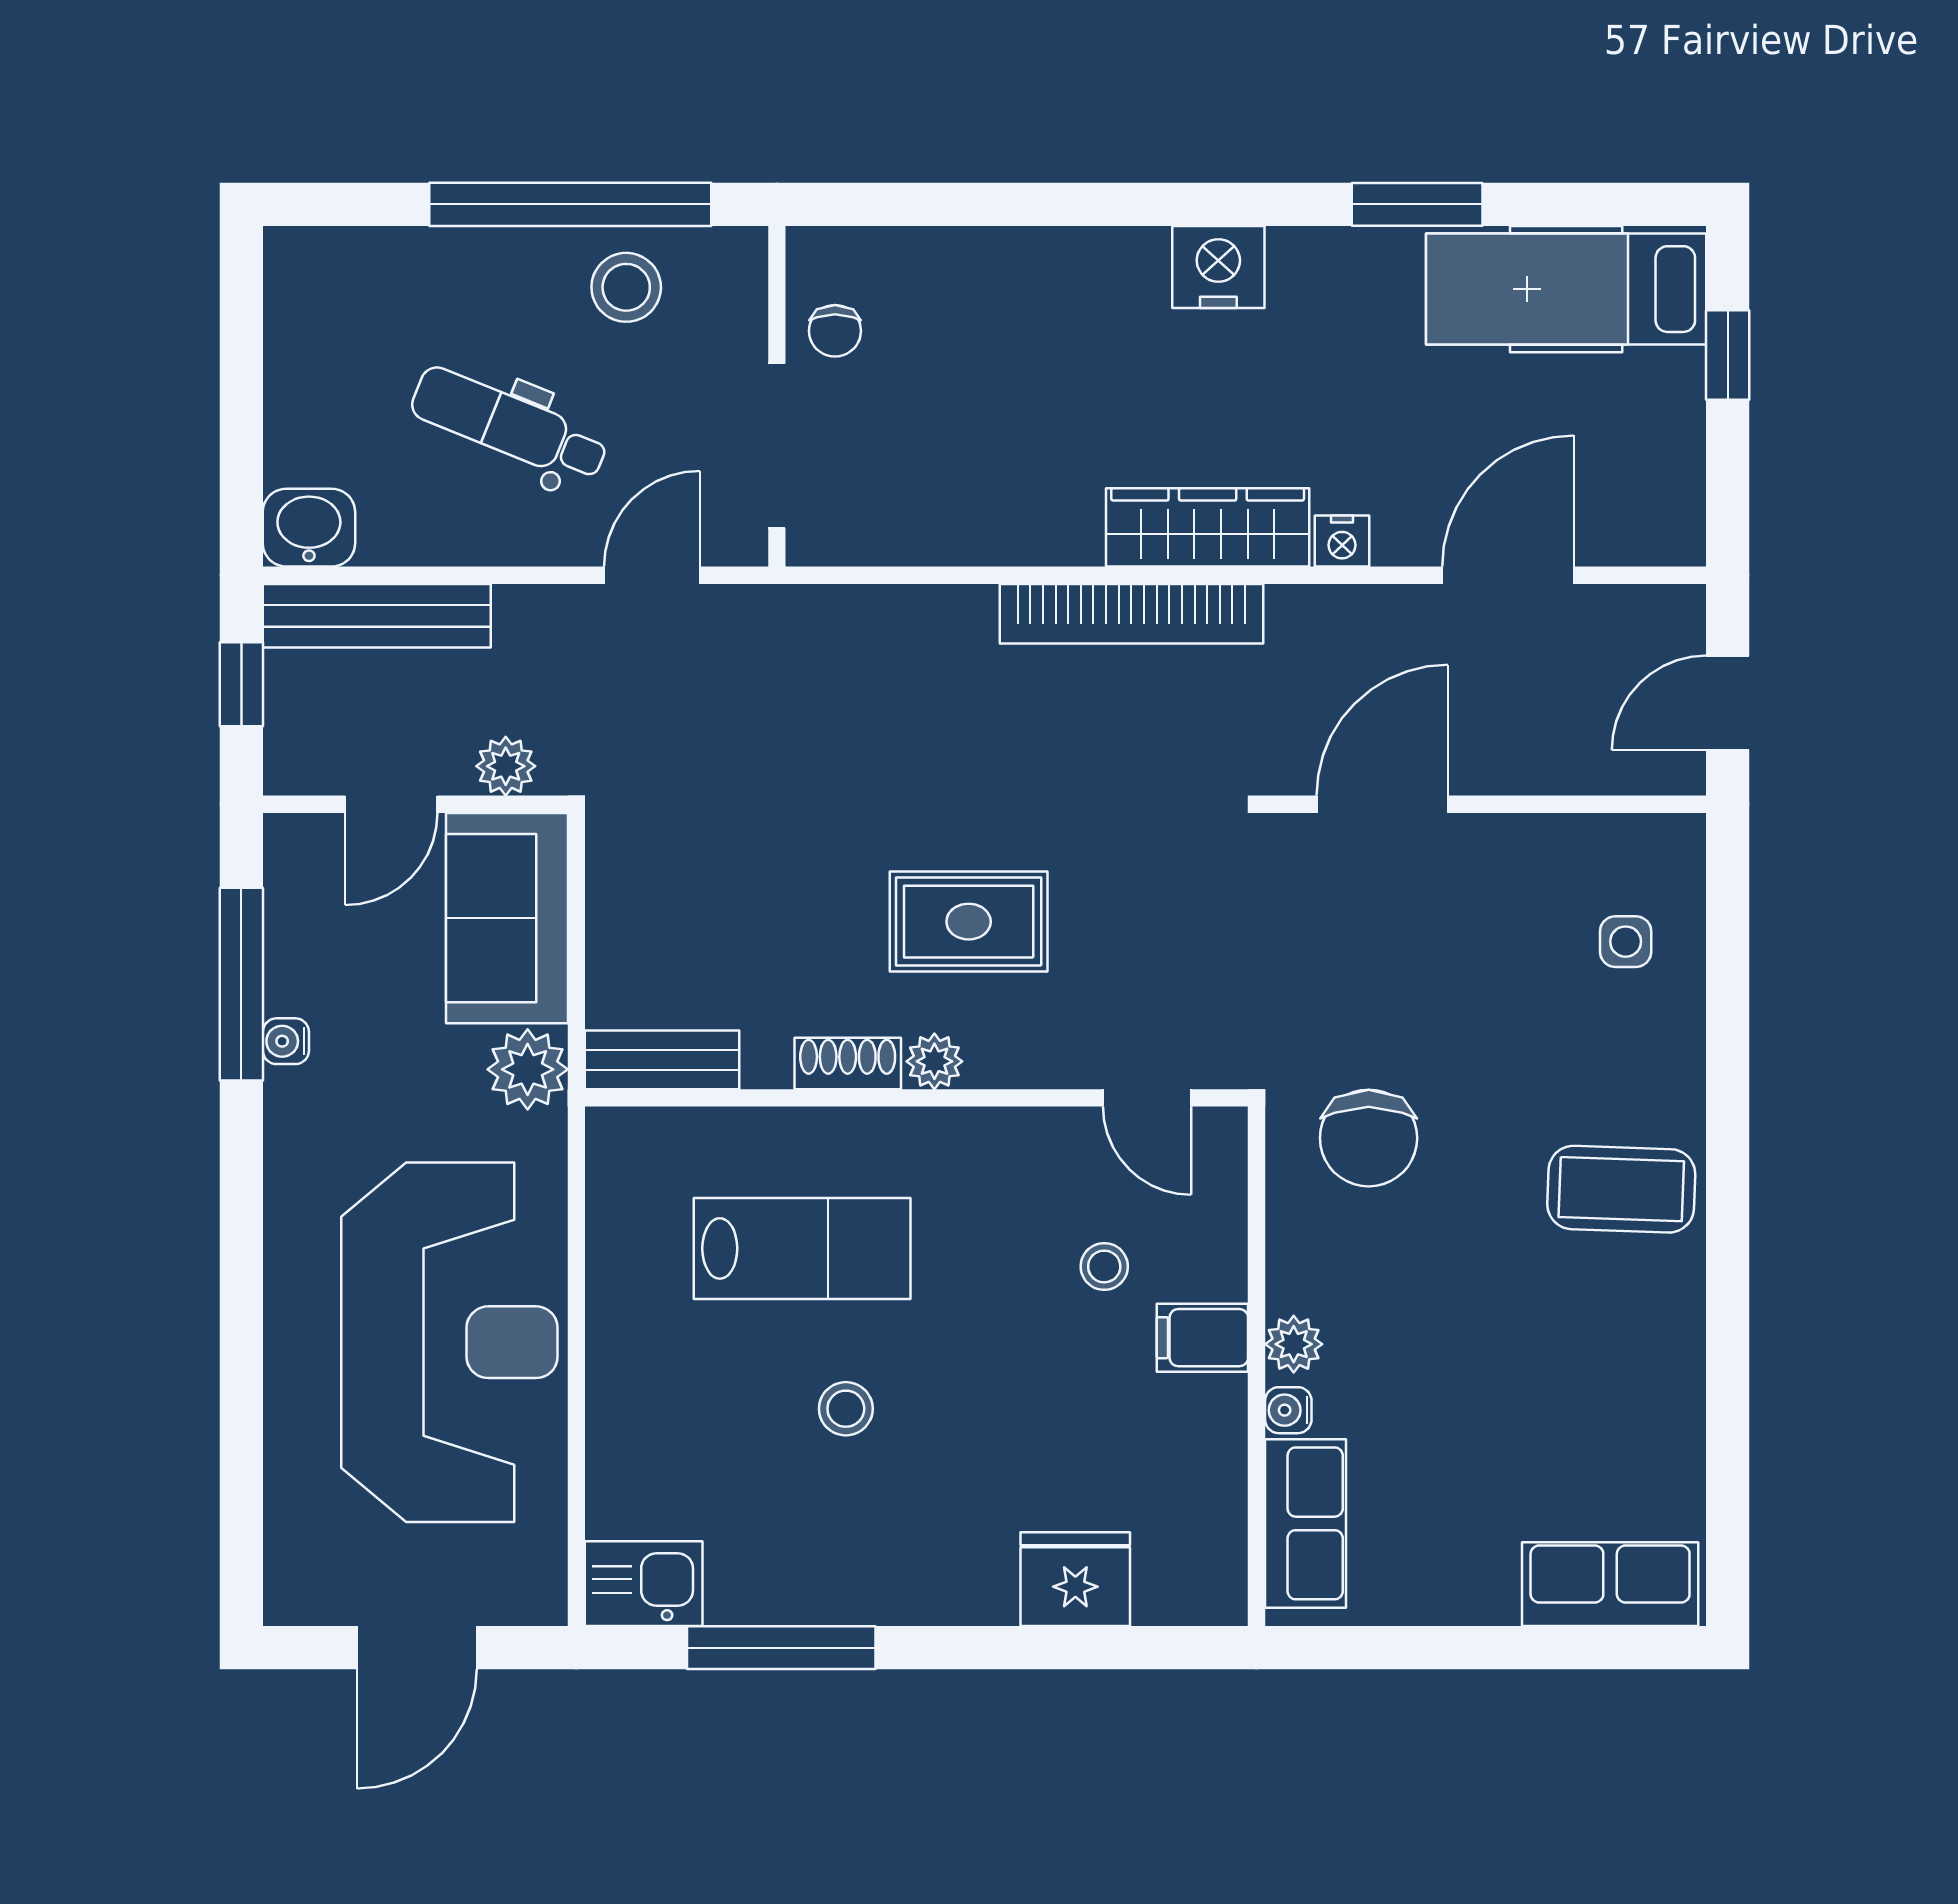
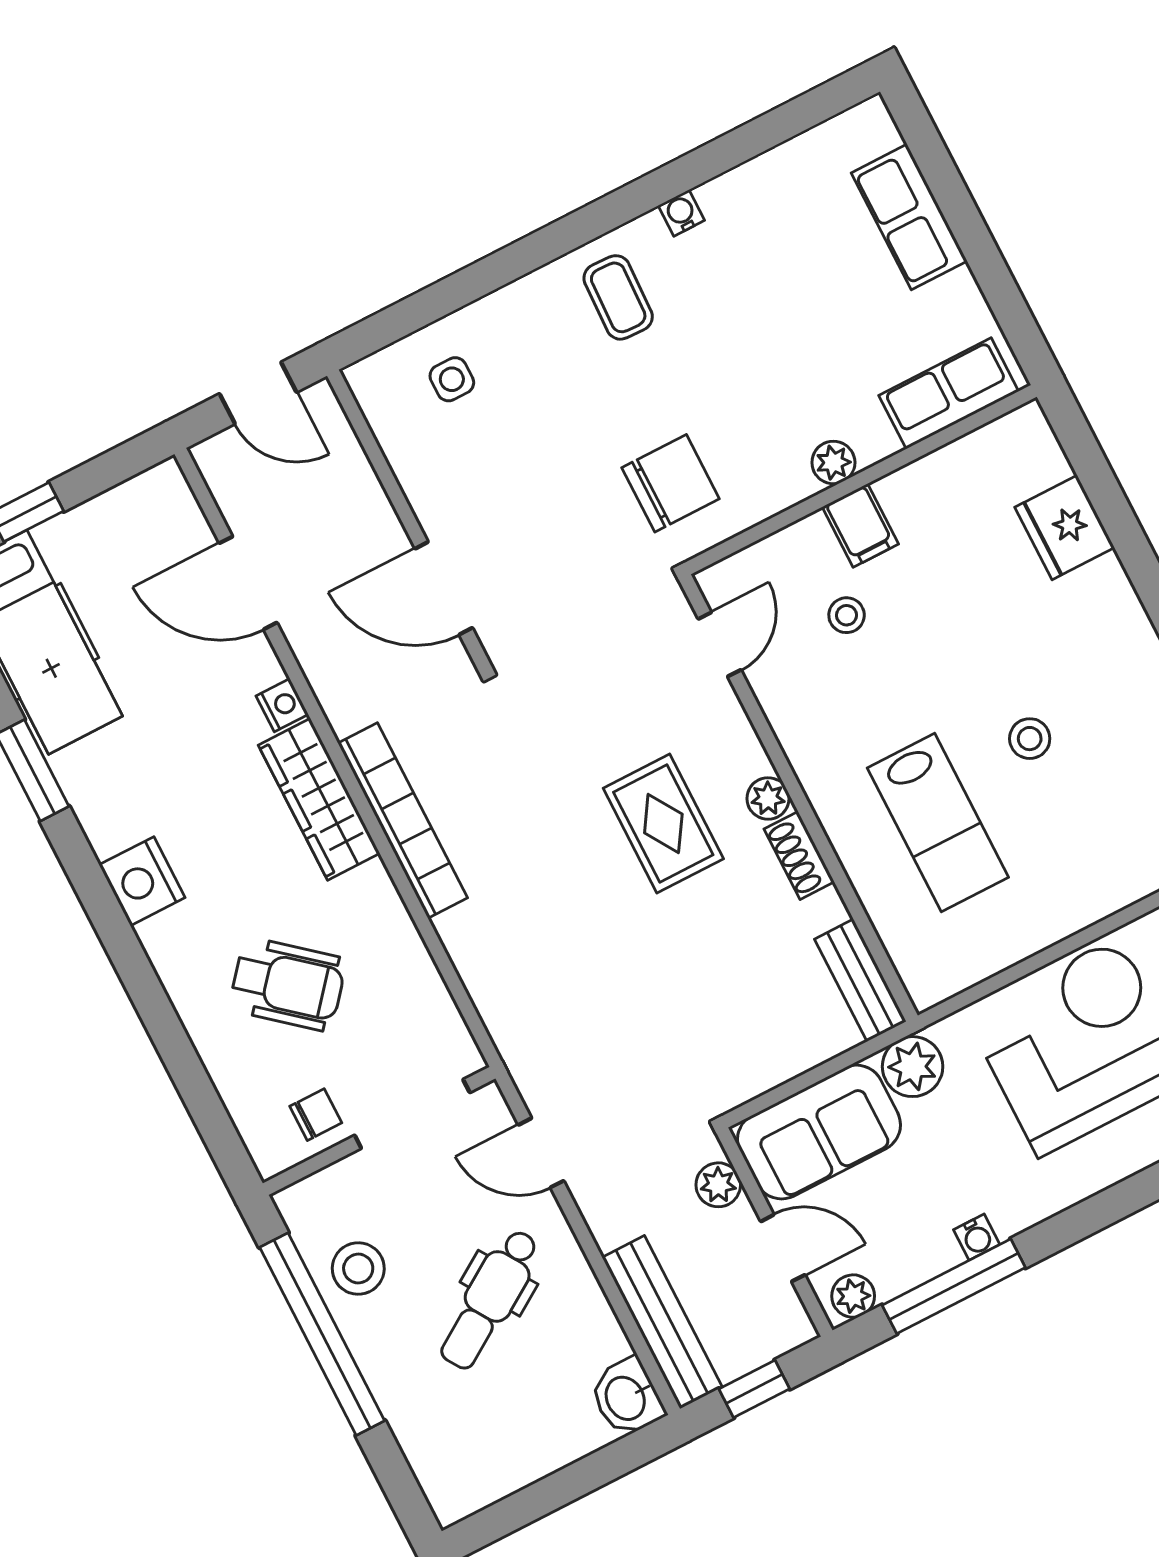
wheelchair: (1007, 377) -> (288, 984), added
dental chair: (509, 425) -> (490, 1299), turned 35
plant: (291, 858) -> (853, 1296), added
coffee table: (1621, 1189) -> (618, 297), width x0.73, depth x0.77
lab bench: (802, 1248) -> (938, 823), turned 180
water cooler: (1288, 1410) -> (681, 213), moved, turned 180
row of seats: (1610, 1584) -> (909, 217), moved

